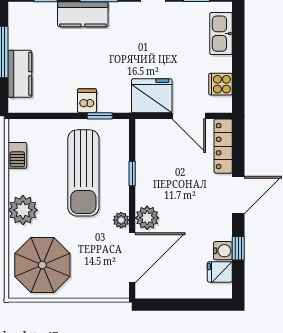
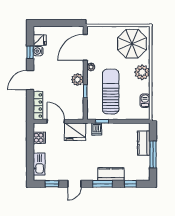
dishwasher: (87, 101) -> (97, 129), moved
plant: (147, 218) -> (78, 80), moved

